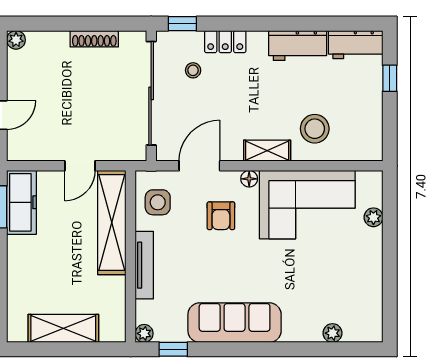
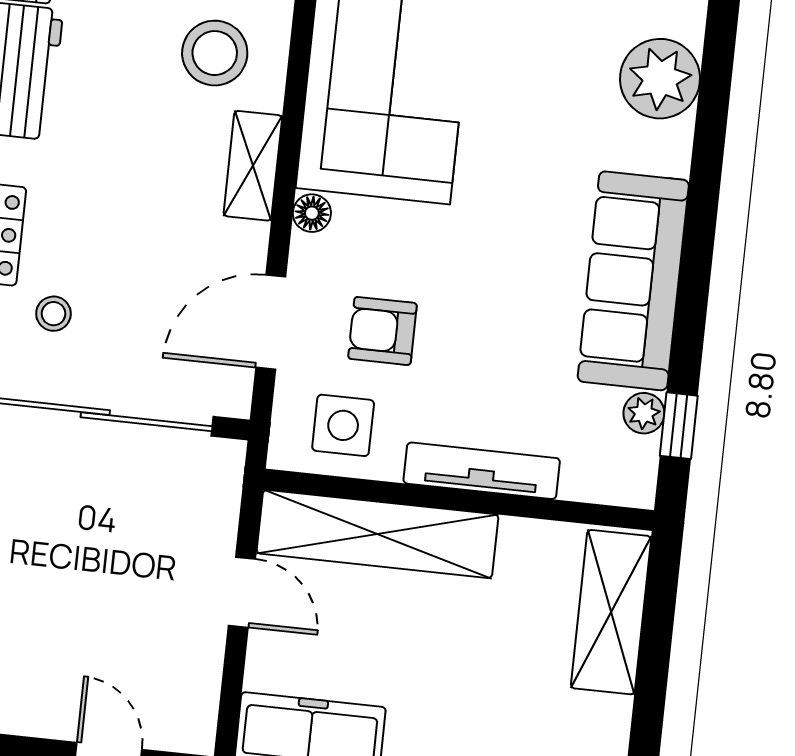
door: (199, 166) -> (271, 322), hinge flipped
armchair: (221, 216) -> (382, 331), moved, turned 180
shelving: (63, 328) -> (611, 612), moved
plant: (144, 333) -> (644, 413), moved
plant: (333, 333) -> (660, 79), width x1.87, depth x1.87

